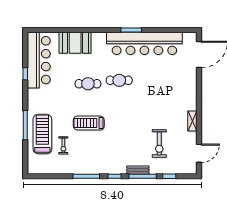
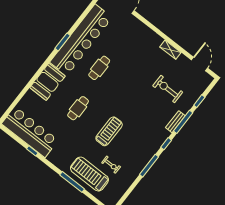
booth: (75, 43) -> (47, 82), moved
cafe table: (119, 80) -> (99, 68), moved
treadmill: (89, 123) -> (109, 131), turned 180
exercise bike: (159, 143) -> (168, 89), turned 180

